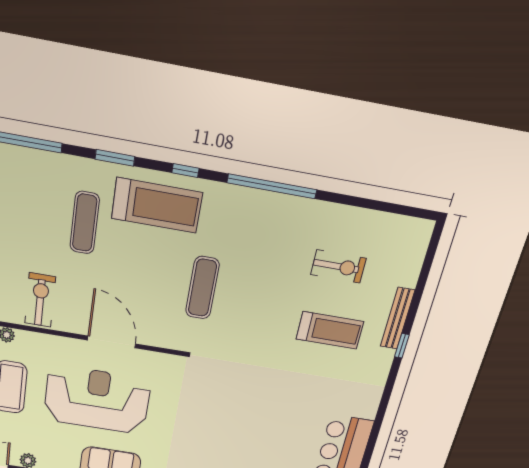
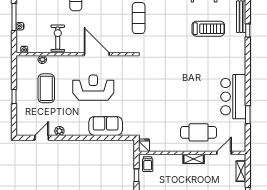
reception desk: (97, 400) -> (93, 88), width x0.74, depth x0.77

